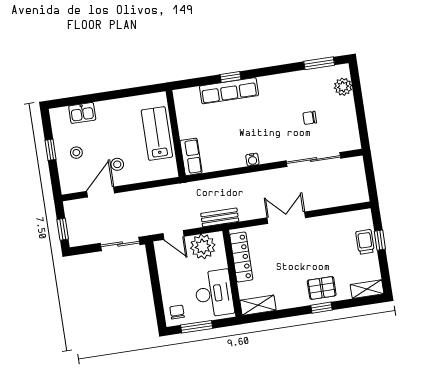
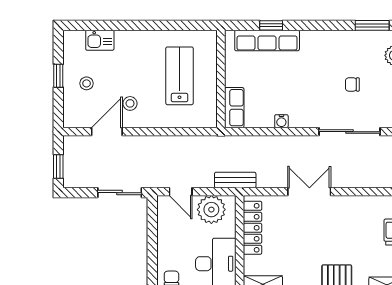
wall: (175, 133) -> (221, 79), moved
row of seats: (191, 157) -> (234, 108), moved

